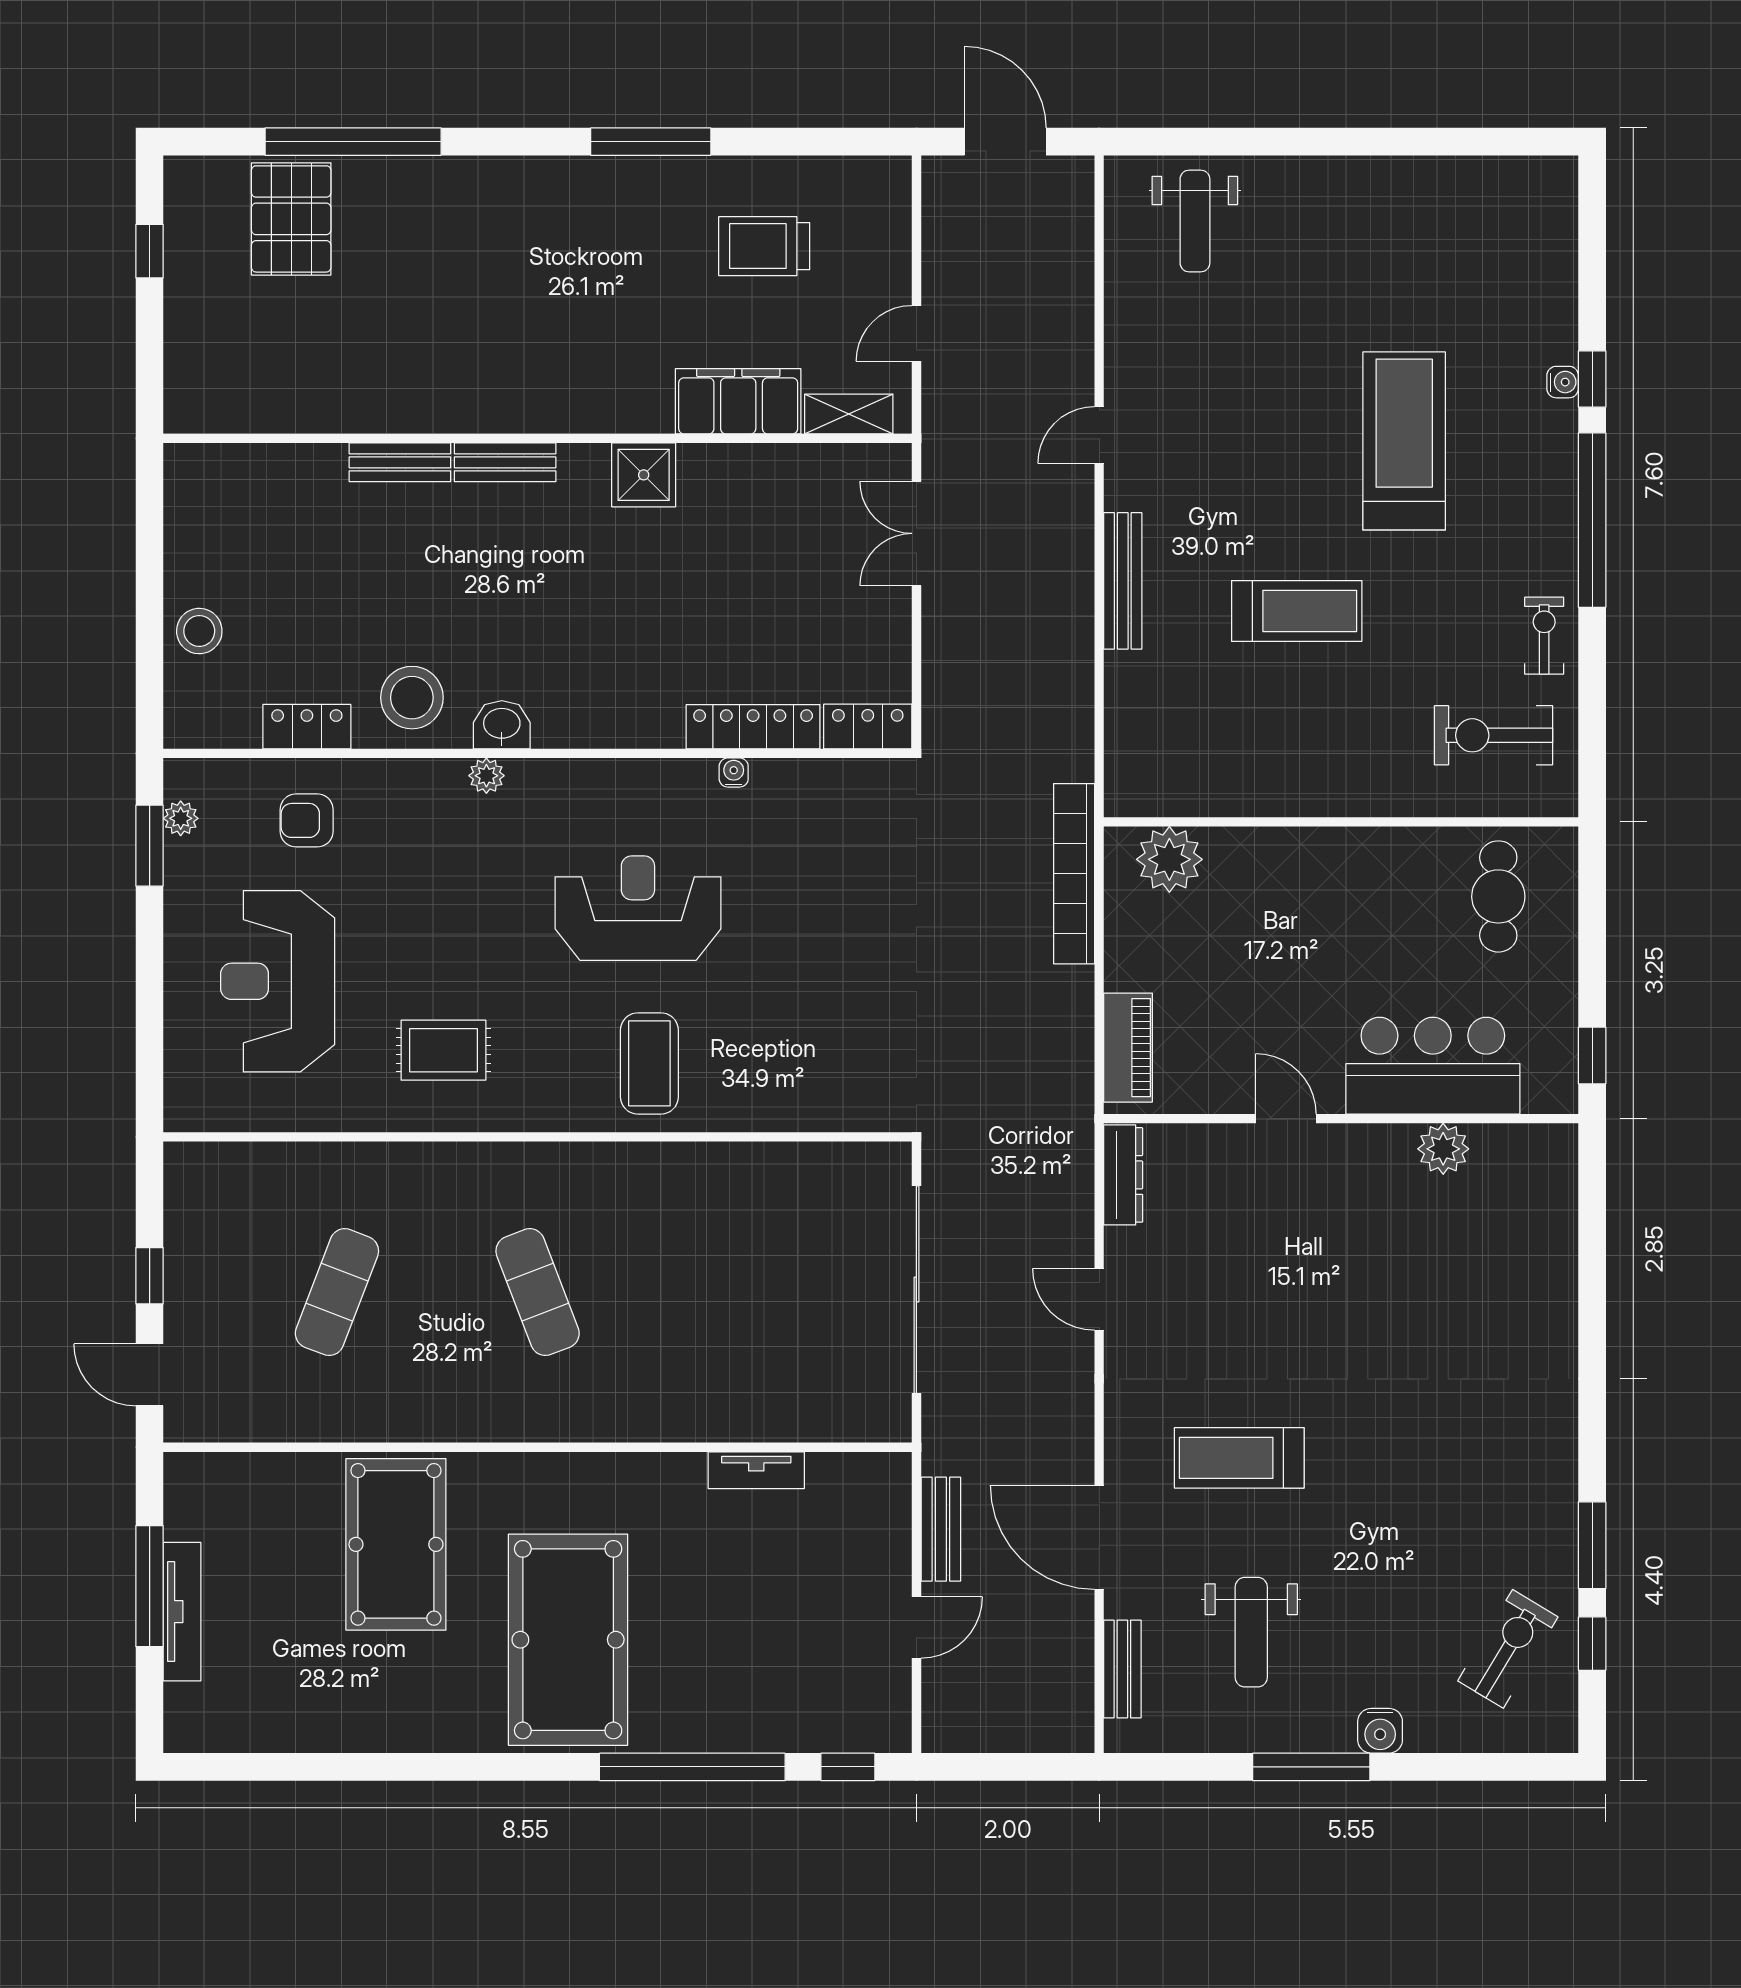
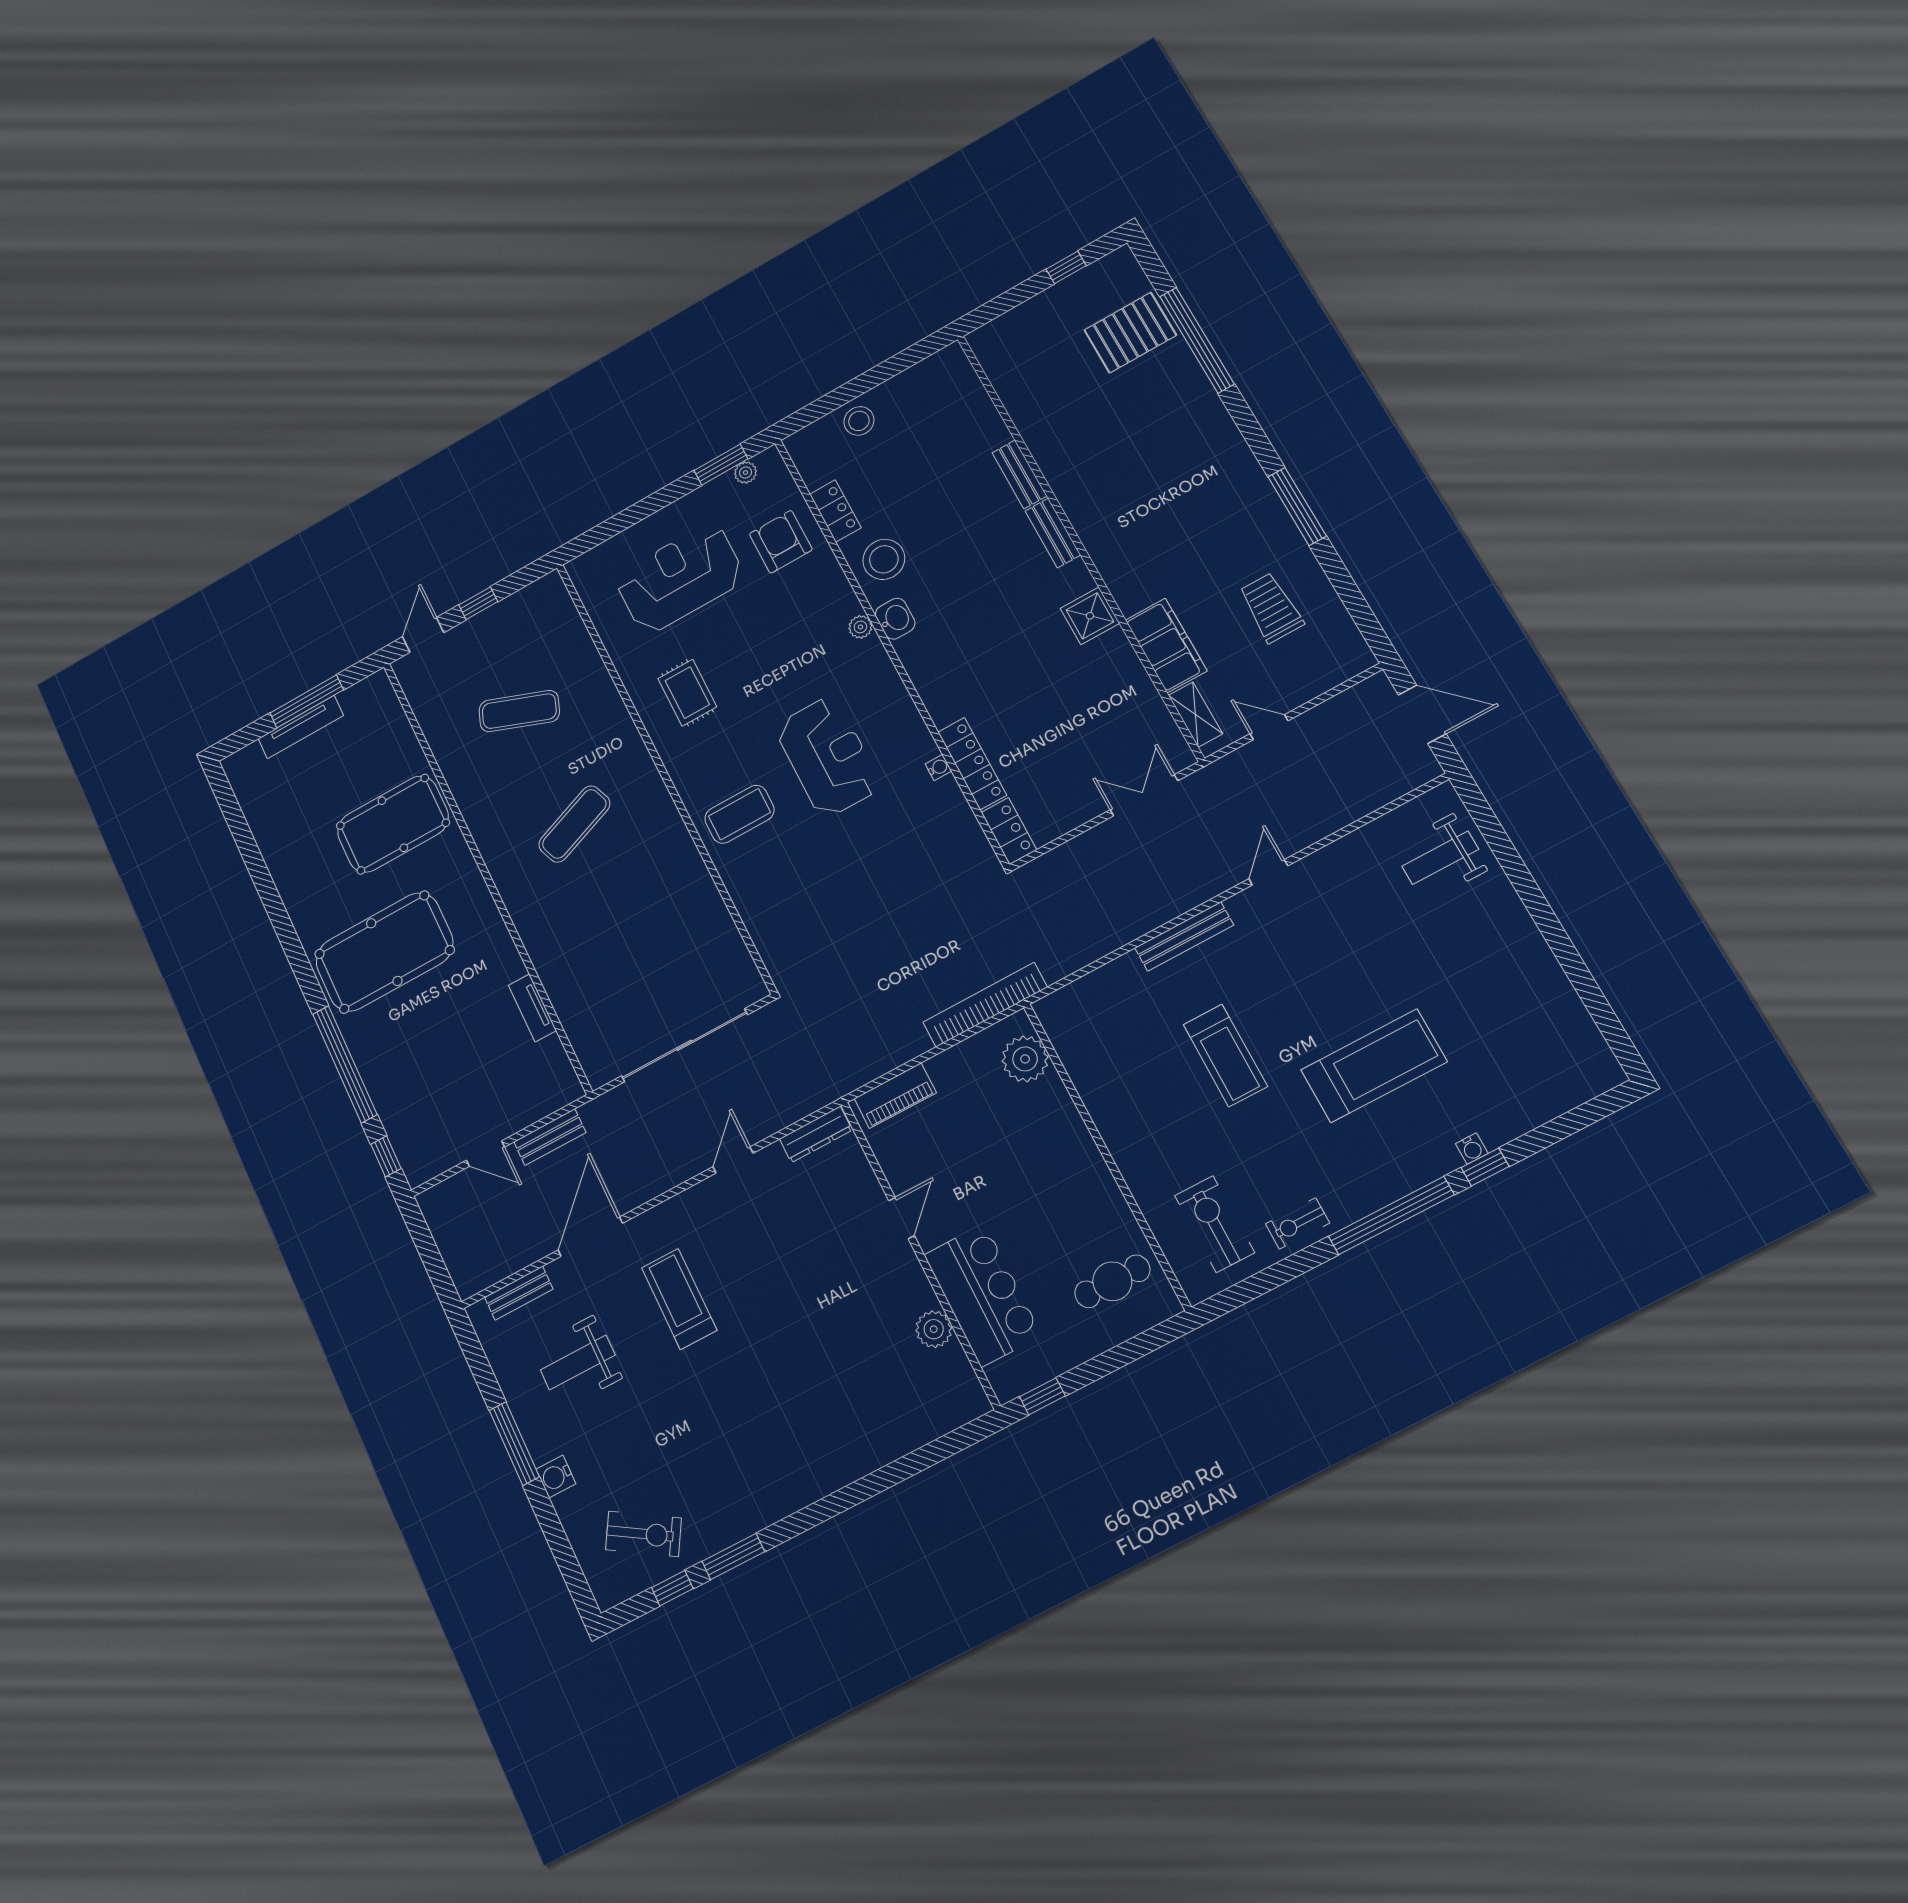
door: (1005, 142) -> (1422, 714), hinge flipped
door: (1099, 435) -> (1268, 872), hinge flipped
exercise bike: (1544, 636) -> (1297, 1223), turned 180
armchair: (307, 820) -> (781, 542), width x1.38, depth x1.38

